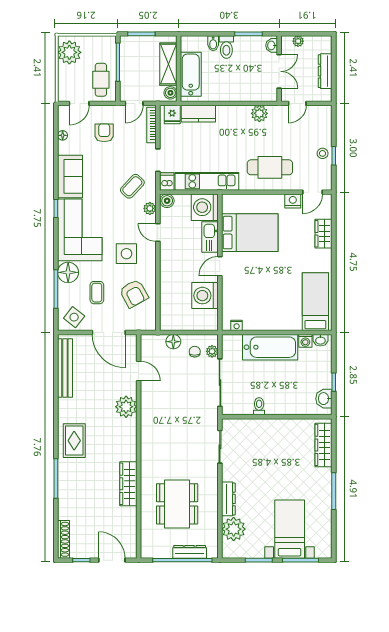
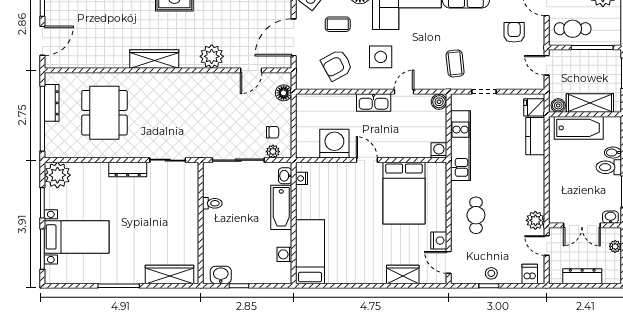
plant: (259, 113) -> (535, 220), moved
bookcase: (152, 125) -> (523, 85), removed
armchair: (104, 133) -> (514, 32), turned -90
cafe table: (270, 167) -> (476, 215), width x0.73, depth x0.74
dishwasher: (167, 181) -> (530, 274), moved, turned -90
coffee table: (132, 186) -> (455, 63), turned 41
washing machine: (205, 207) -> (439, 150), width x0.53, depth x0.53
plant: (150, 208) -> (431, 83), removed
kitchen sink: (210, 237) -> (374, 102), moved, turned 180
bed: (315, 302) -> (310, 252), moved, turned -90
washbasin: (320, 340) -> (285, 176), moved
floor lamp: (173, 342) -> (284, 93), moved
bathtub: (270, 347) -> (281, 207), width x0.73, depth x0.73
wardrobe: (128, 484) -> (154, 59), moved
dresser: (228, 499) -> (128, 169), moved
dining table: (177, 504) -> (104, 113), turned 90
plant: (234, 529) -> (57, 175), moved
dresser: (190, 552) -> (52, 103), moved

